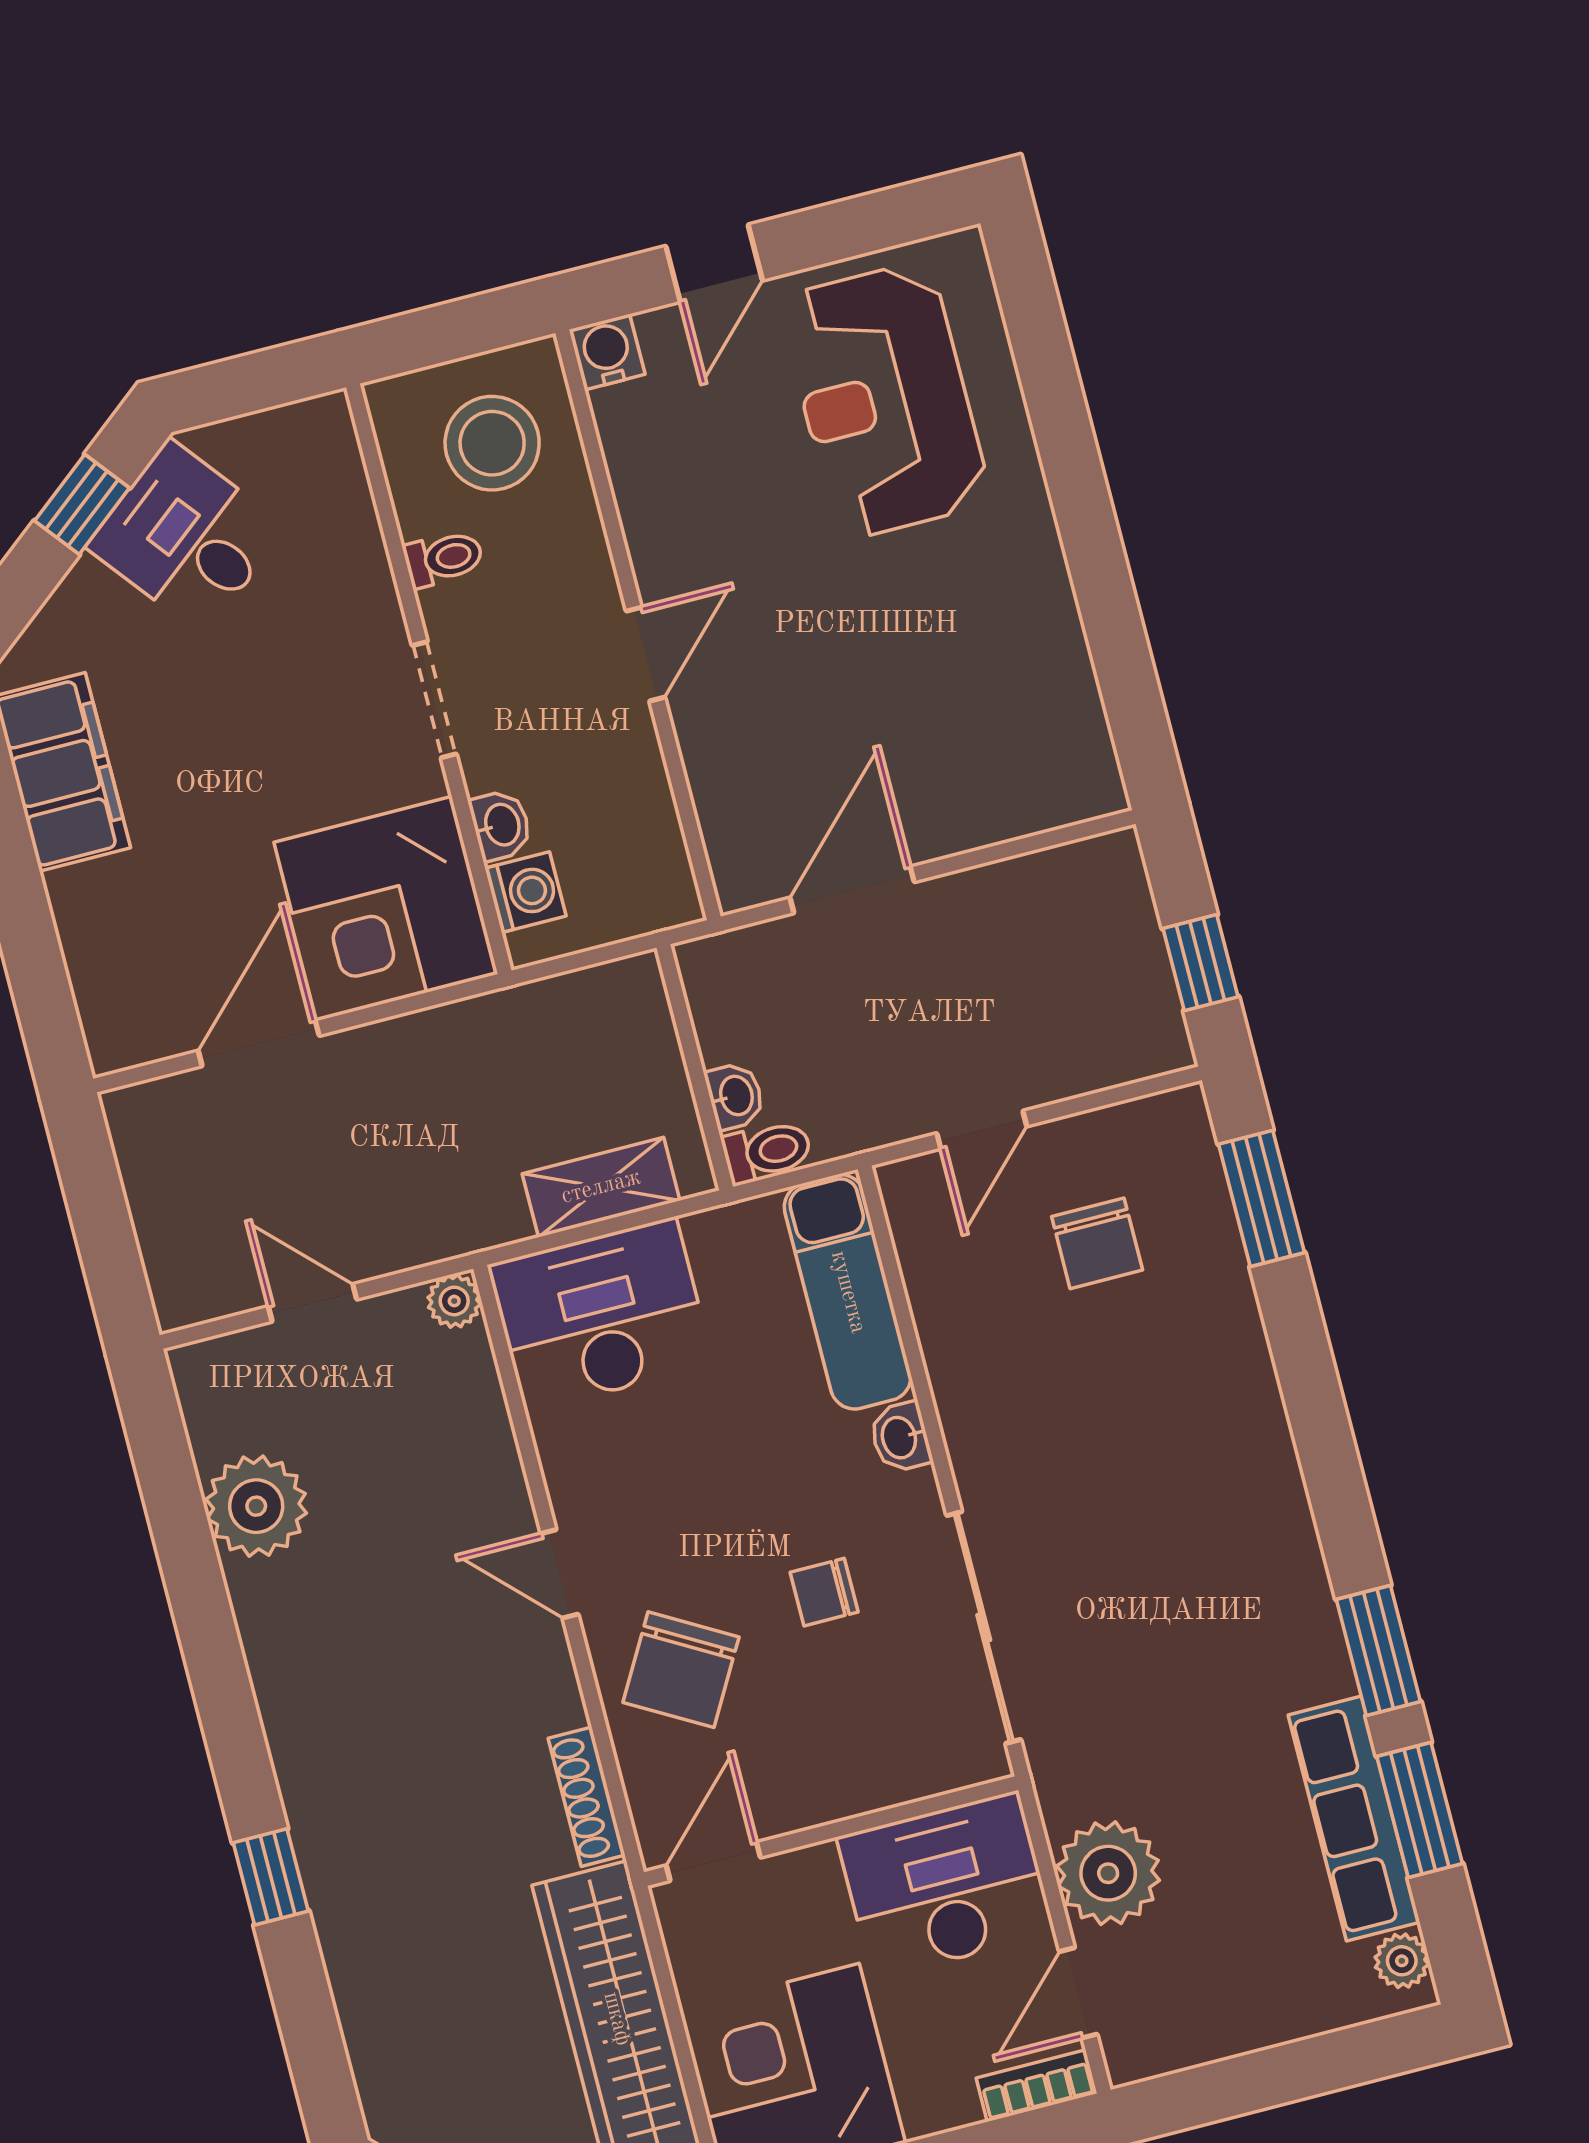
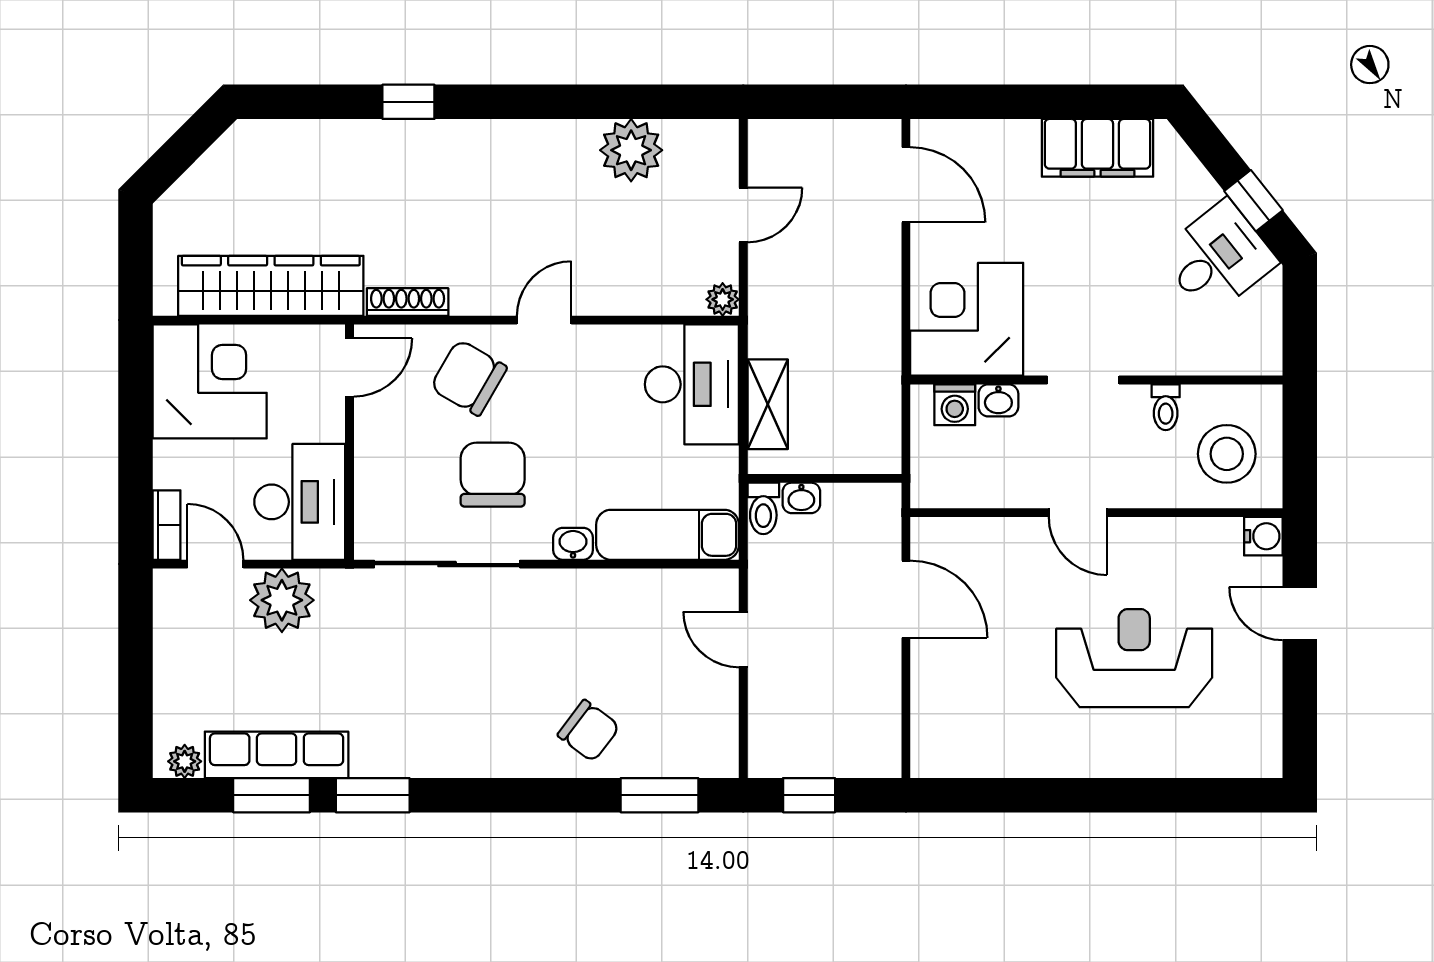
reception desk: (885, 400) -> (1134, 658), moved
door: (259, 1043) -> (906, 185), moved
chair: (1097, 1243) -> (589, 731), moved, turned -143
chair: (824, 1592) -> (493, 475), width x1.87, depth x1.87
door: (713, 1861) -> (350, 367), hinge flipped

